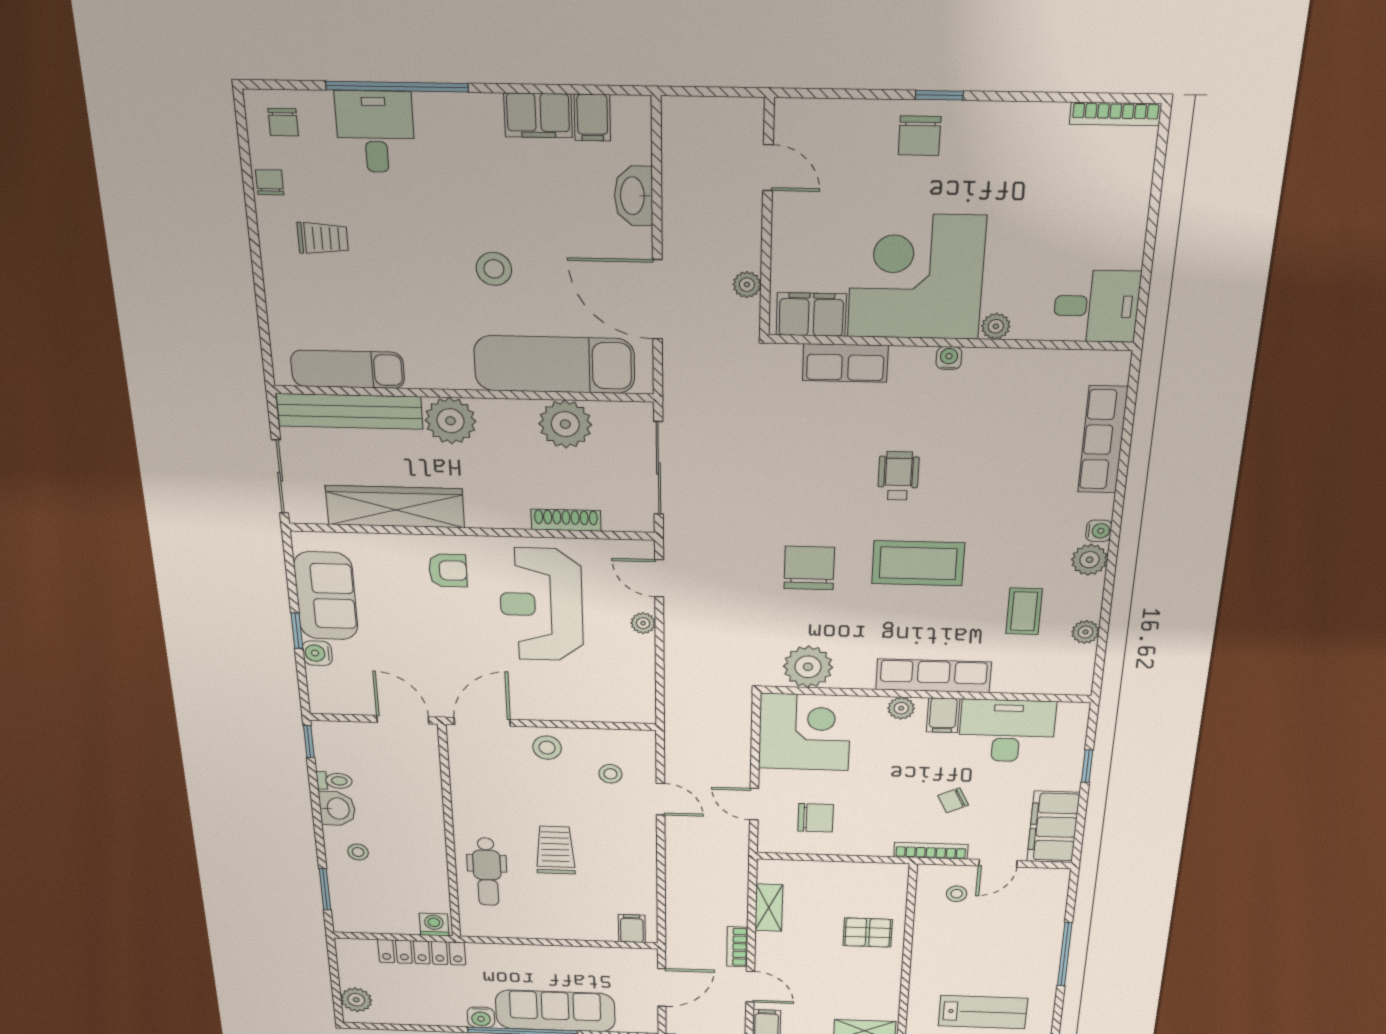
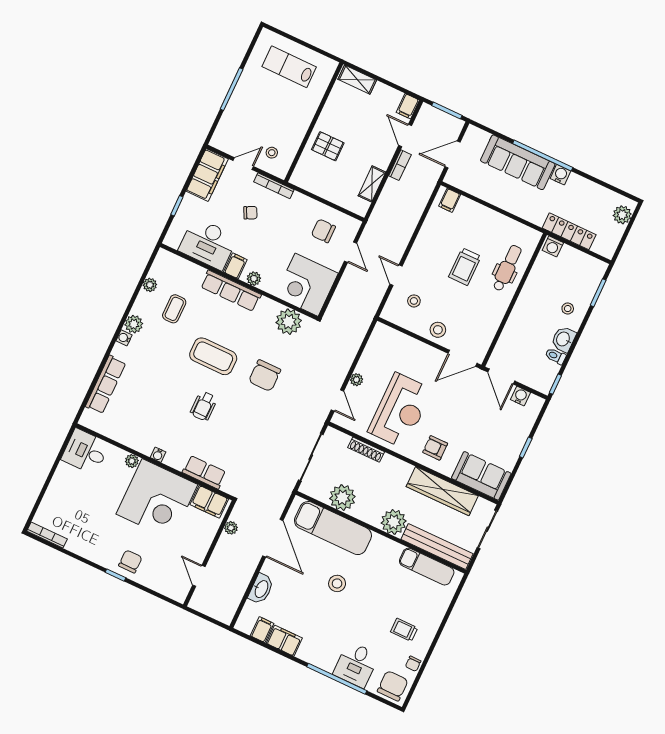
chair: (283, 122) -> (393, 686), width x1.87, depth x1.87
sofa: (326, 596) -> (481, 476), moved, turned 90
water cooler: (317, 653) -> (520, 396), moved, turned -90

